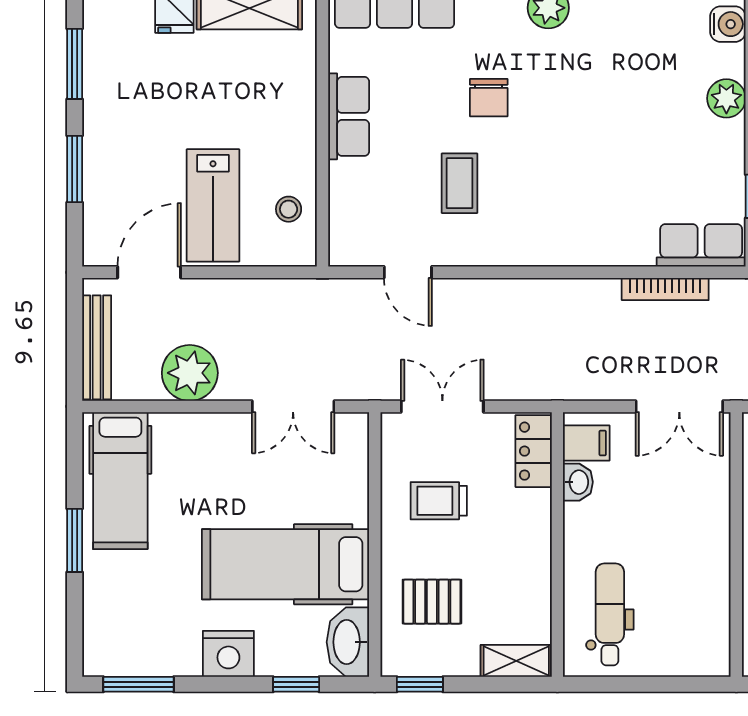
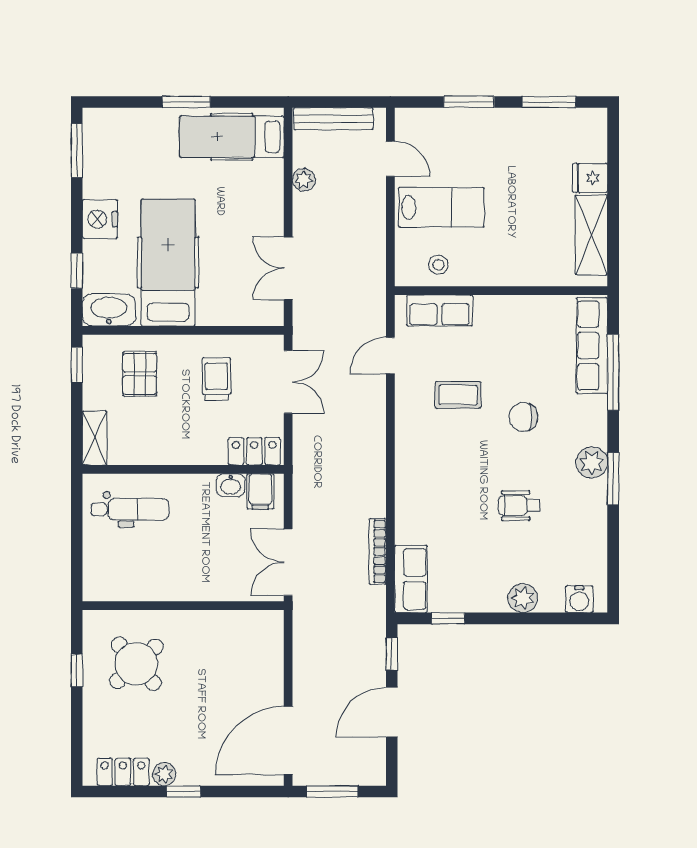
wheelchair: (605, 103) -> (519, 506), added
row of seats: (349, 116) -> (440, 311), moved
lab bench: (213, 205) -> (441, 207), turned 180
door: (149, 272) -> (390, 159), width x0.73
plant: (190, 373) -> (304, 180), width x0.53, depth x0.53

